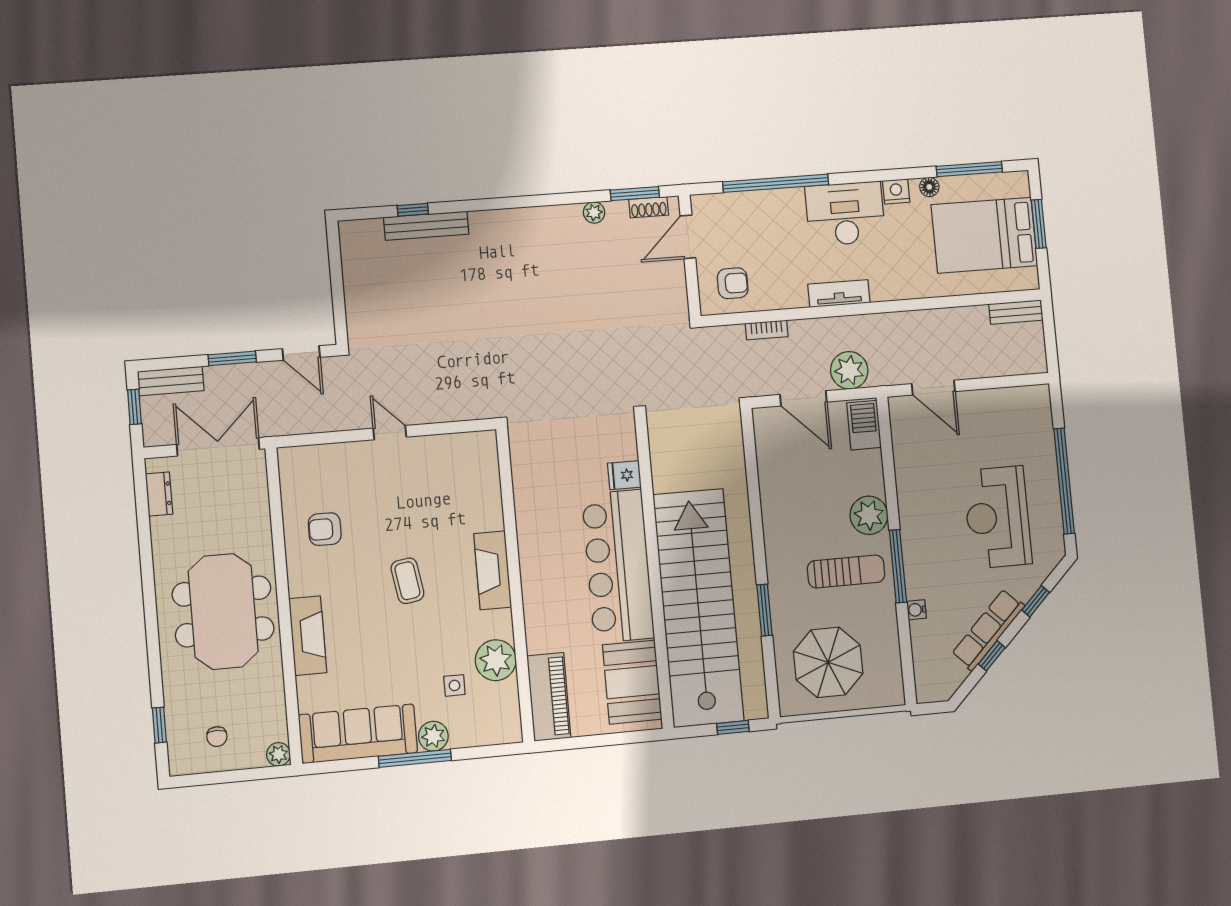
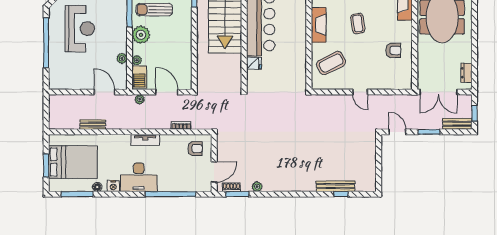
armchair: (733, 283) -> (195, 149), turned 180
bench: (1016, 312) -> (93, 124), moved
plant: (849, 370) -> (140, 99), width x0.53, depth x0.53
plant: (873, 460) -> (137, 60), added
plant: (904, 462) -> (122, 58), added
coffee table: (458, 490) -> (331, 63), added

